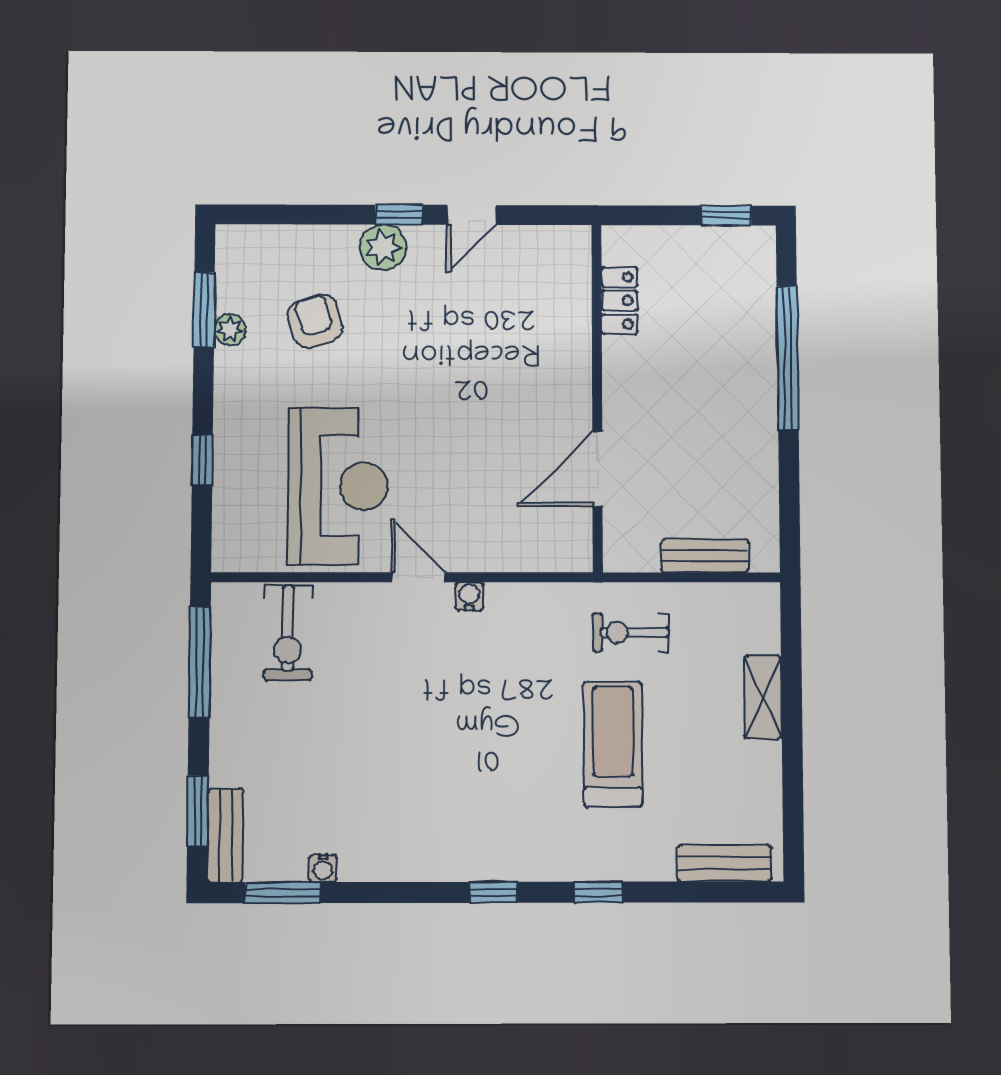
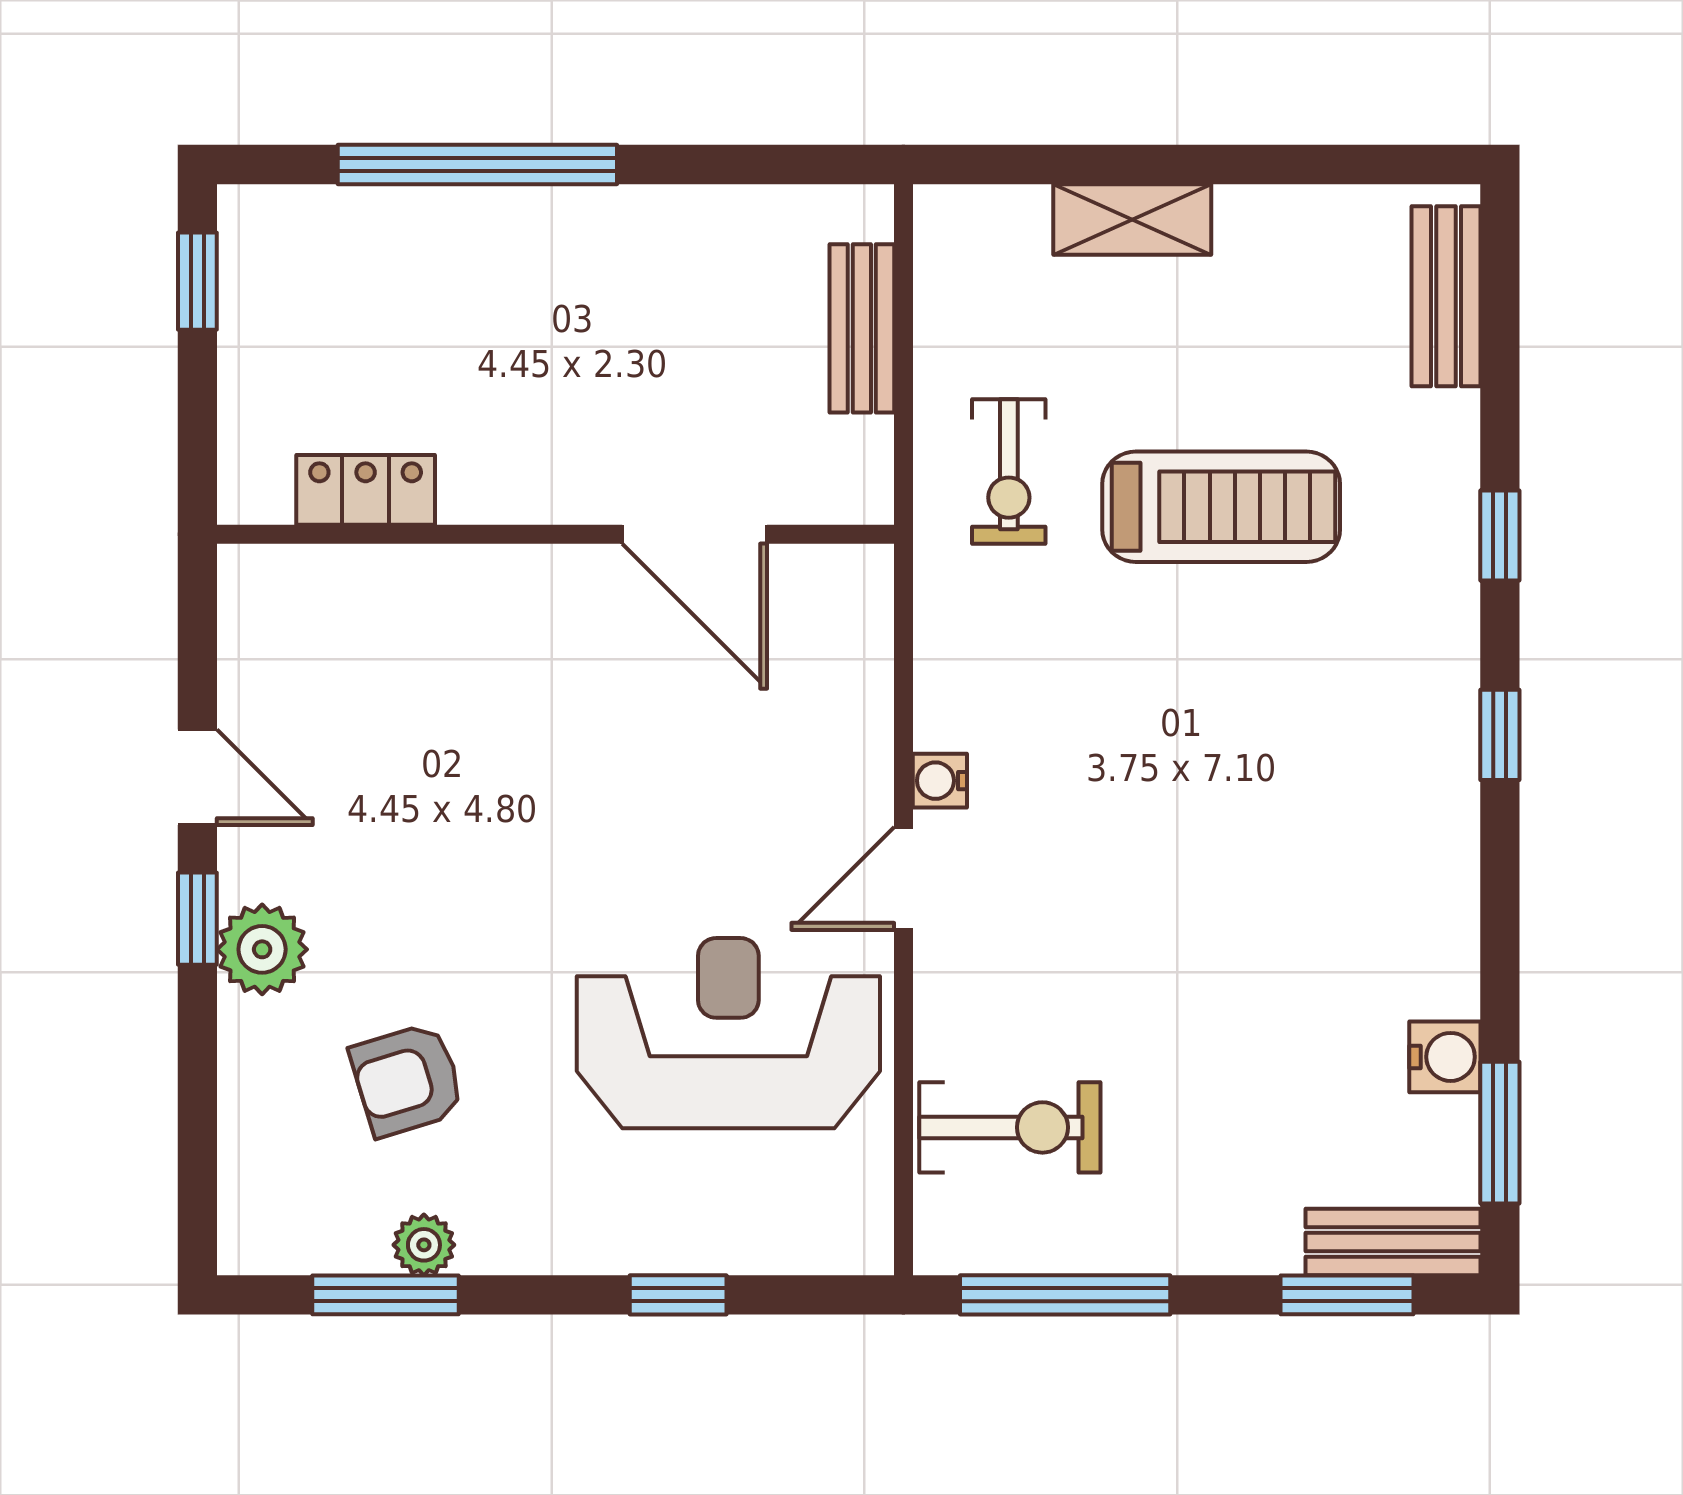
treadmill: (613, 744) -> (1221, 507), turned 180
water cooler: (323, 868) -> (1445, 1057), width x1.38, depth x1.38

